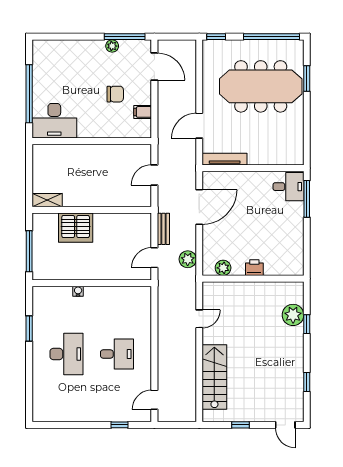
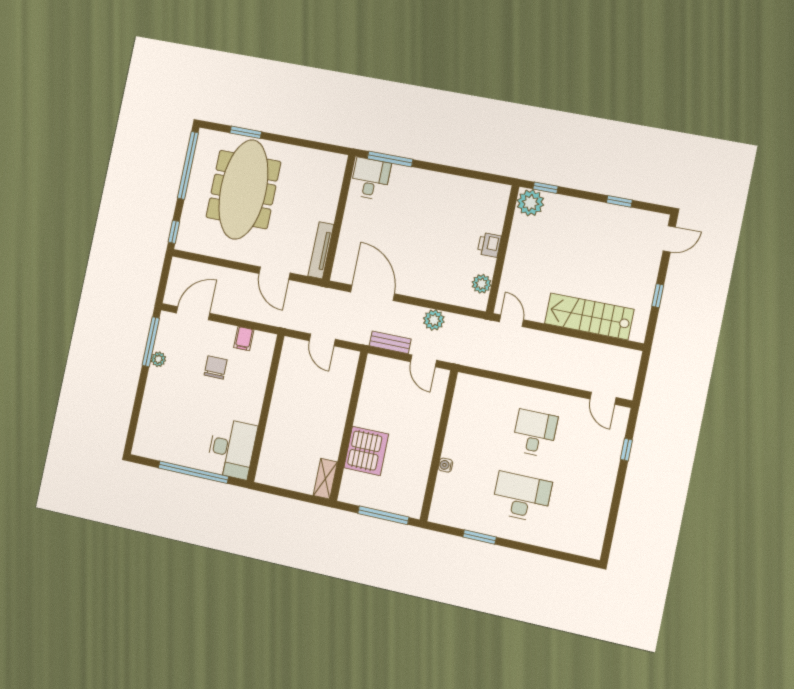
plant: (223, 268) -> (482, 284), moved
printer: (254, 268) -> (489, 245), moved
wall: (253, 279) -> (503, 249), moved

